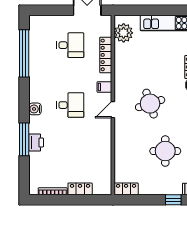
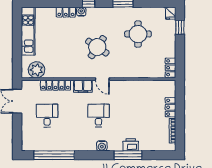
filing cabinet: (104, 87) -> (83, 86), width x2.00
round table: (150, 104) -> (97, 47), turned -38

